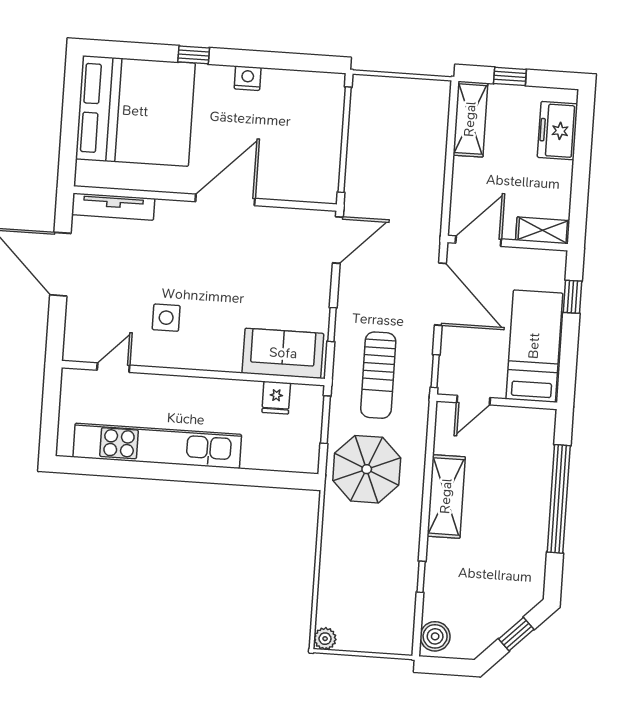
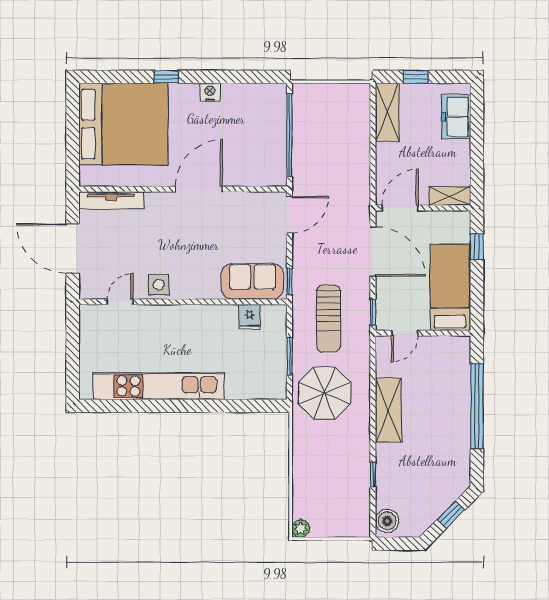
sofa: (283, 353) -> (252, 281), moved
door: (113, 368) -> (120, 302), moved
wall: (193, 373) -> (183, 302), moved
fridge: (276, 398) -> (249, 317), moved

